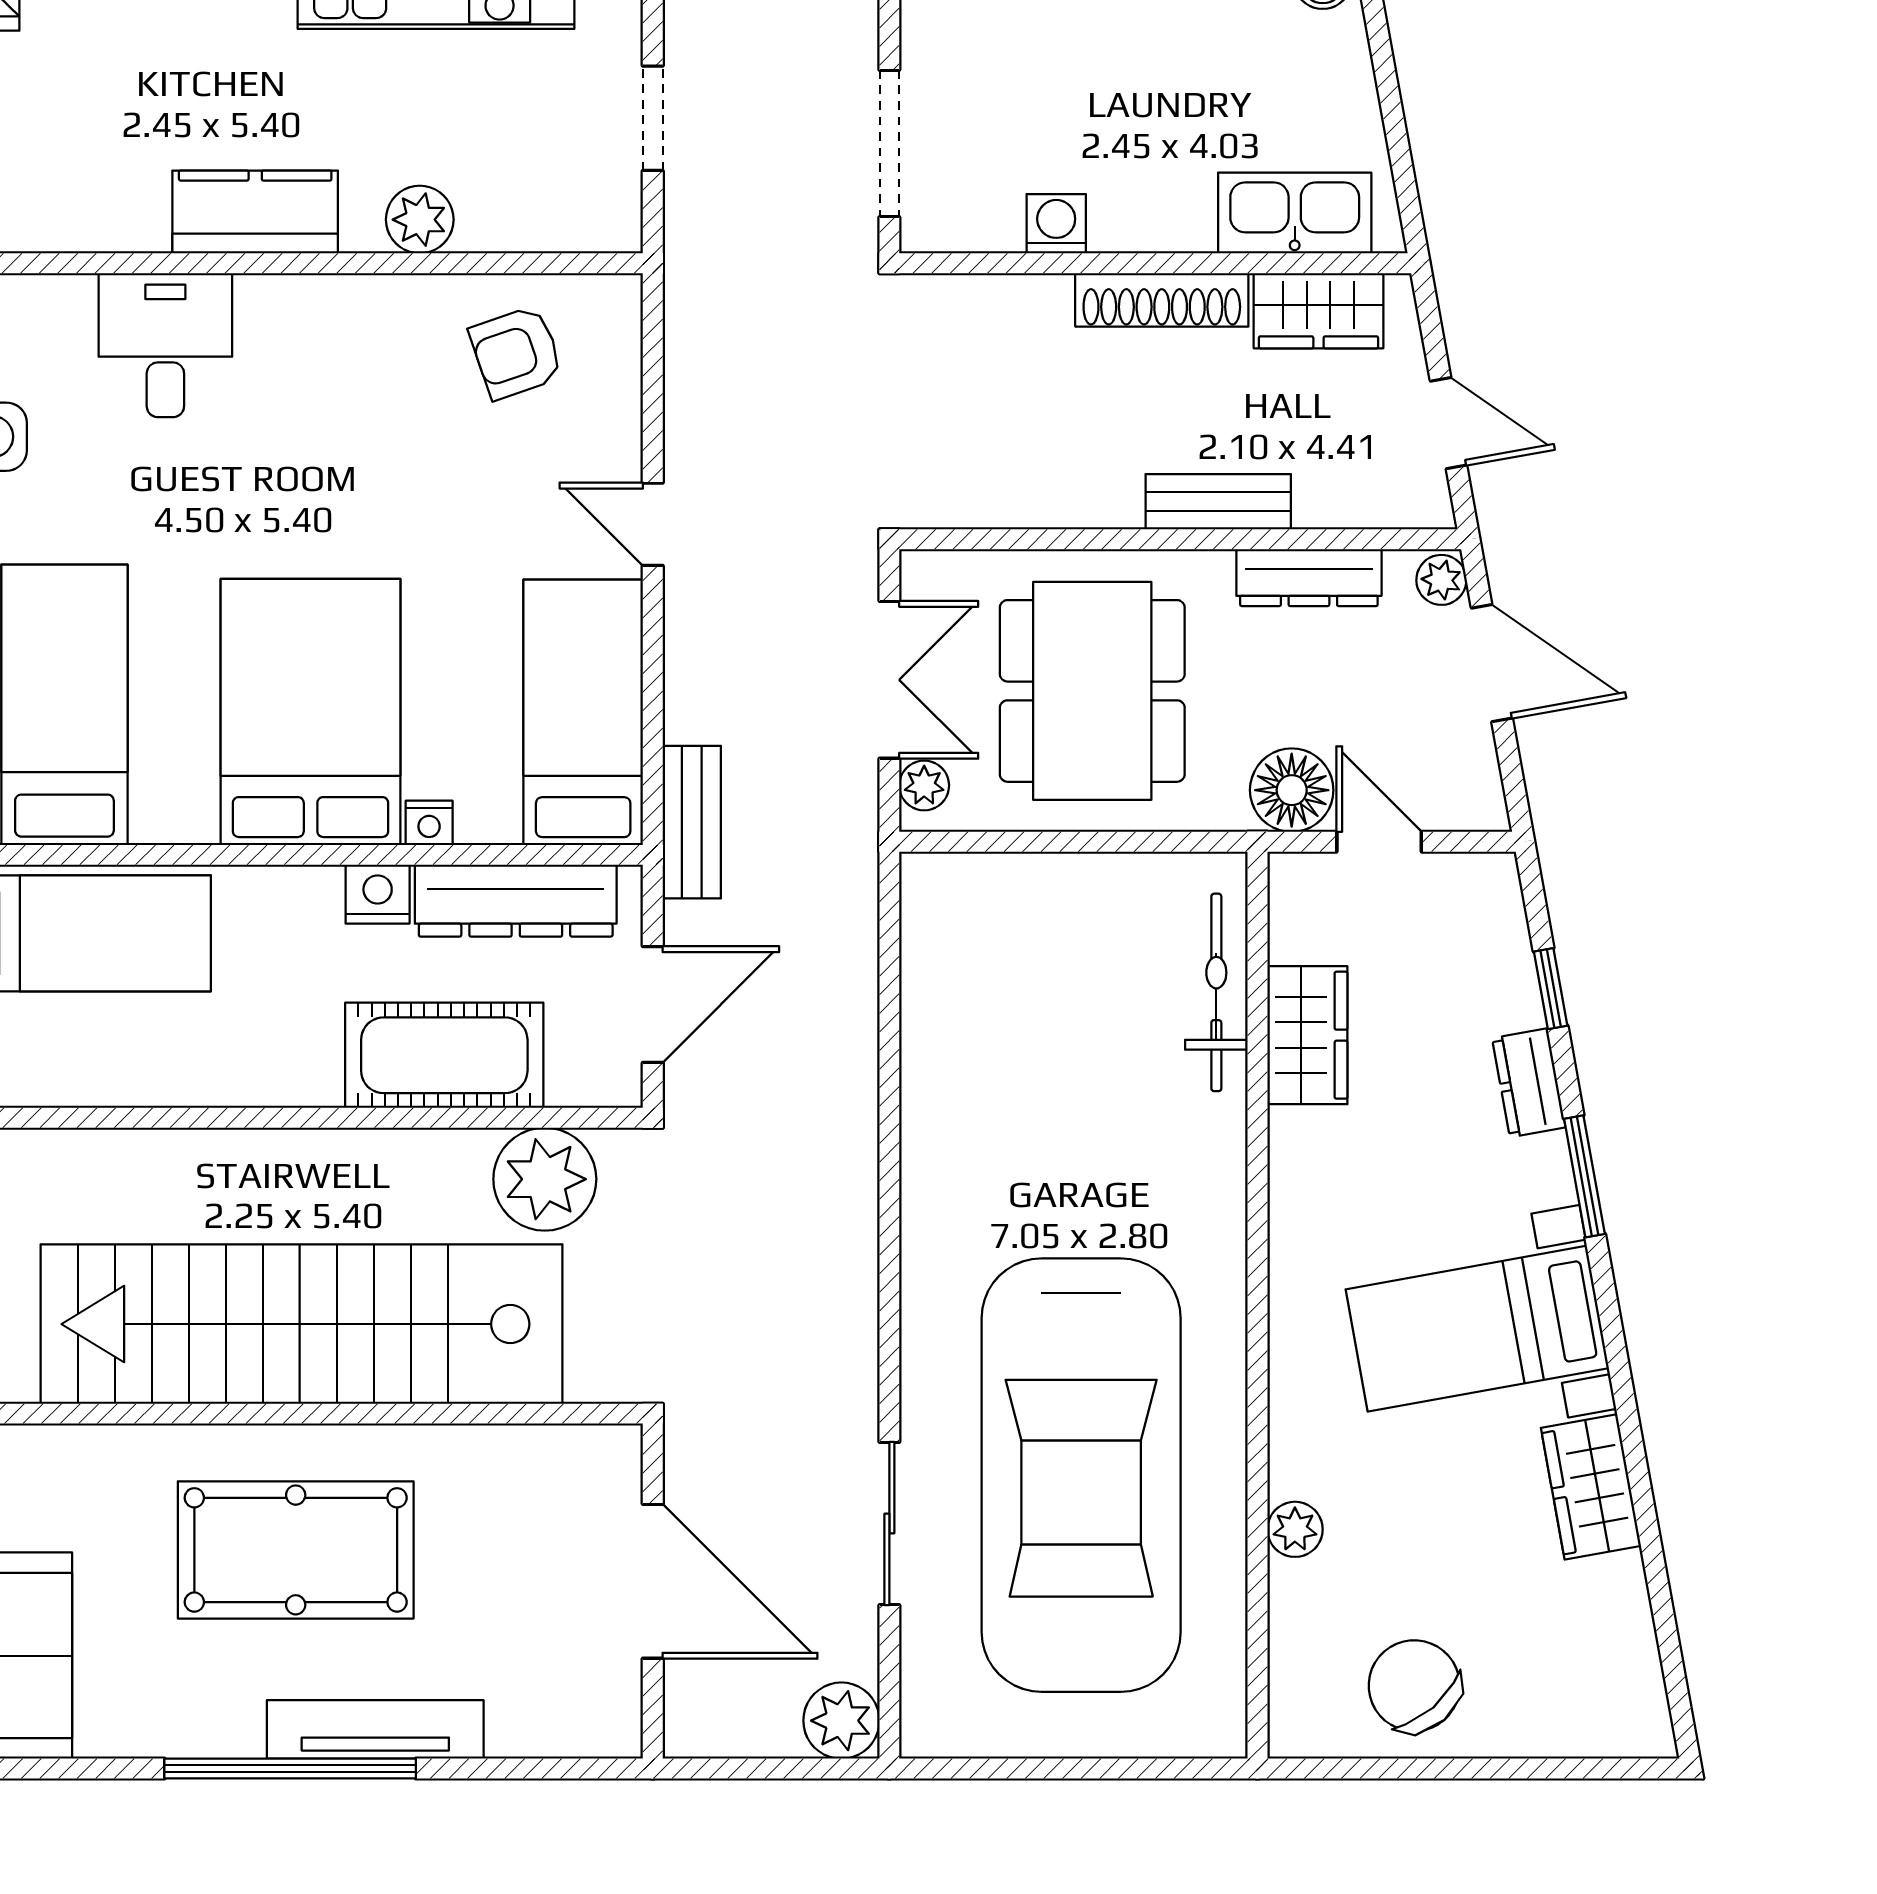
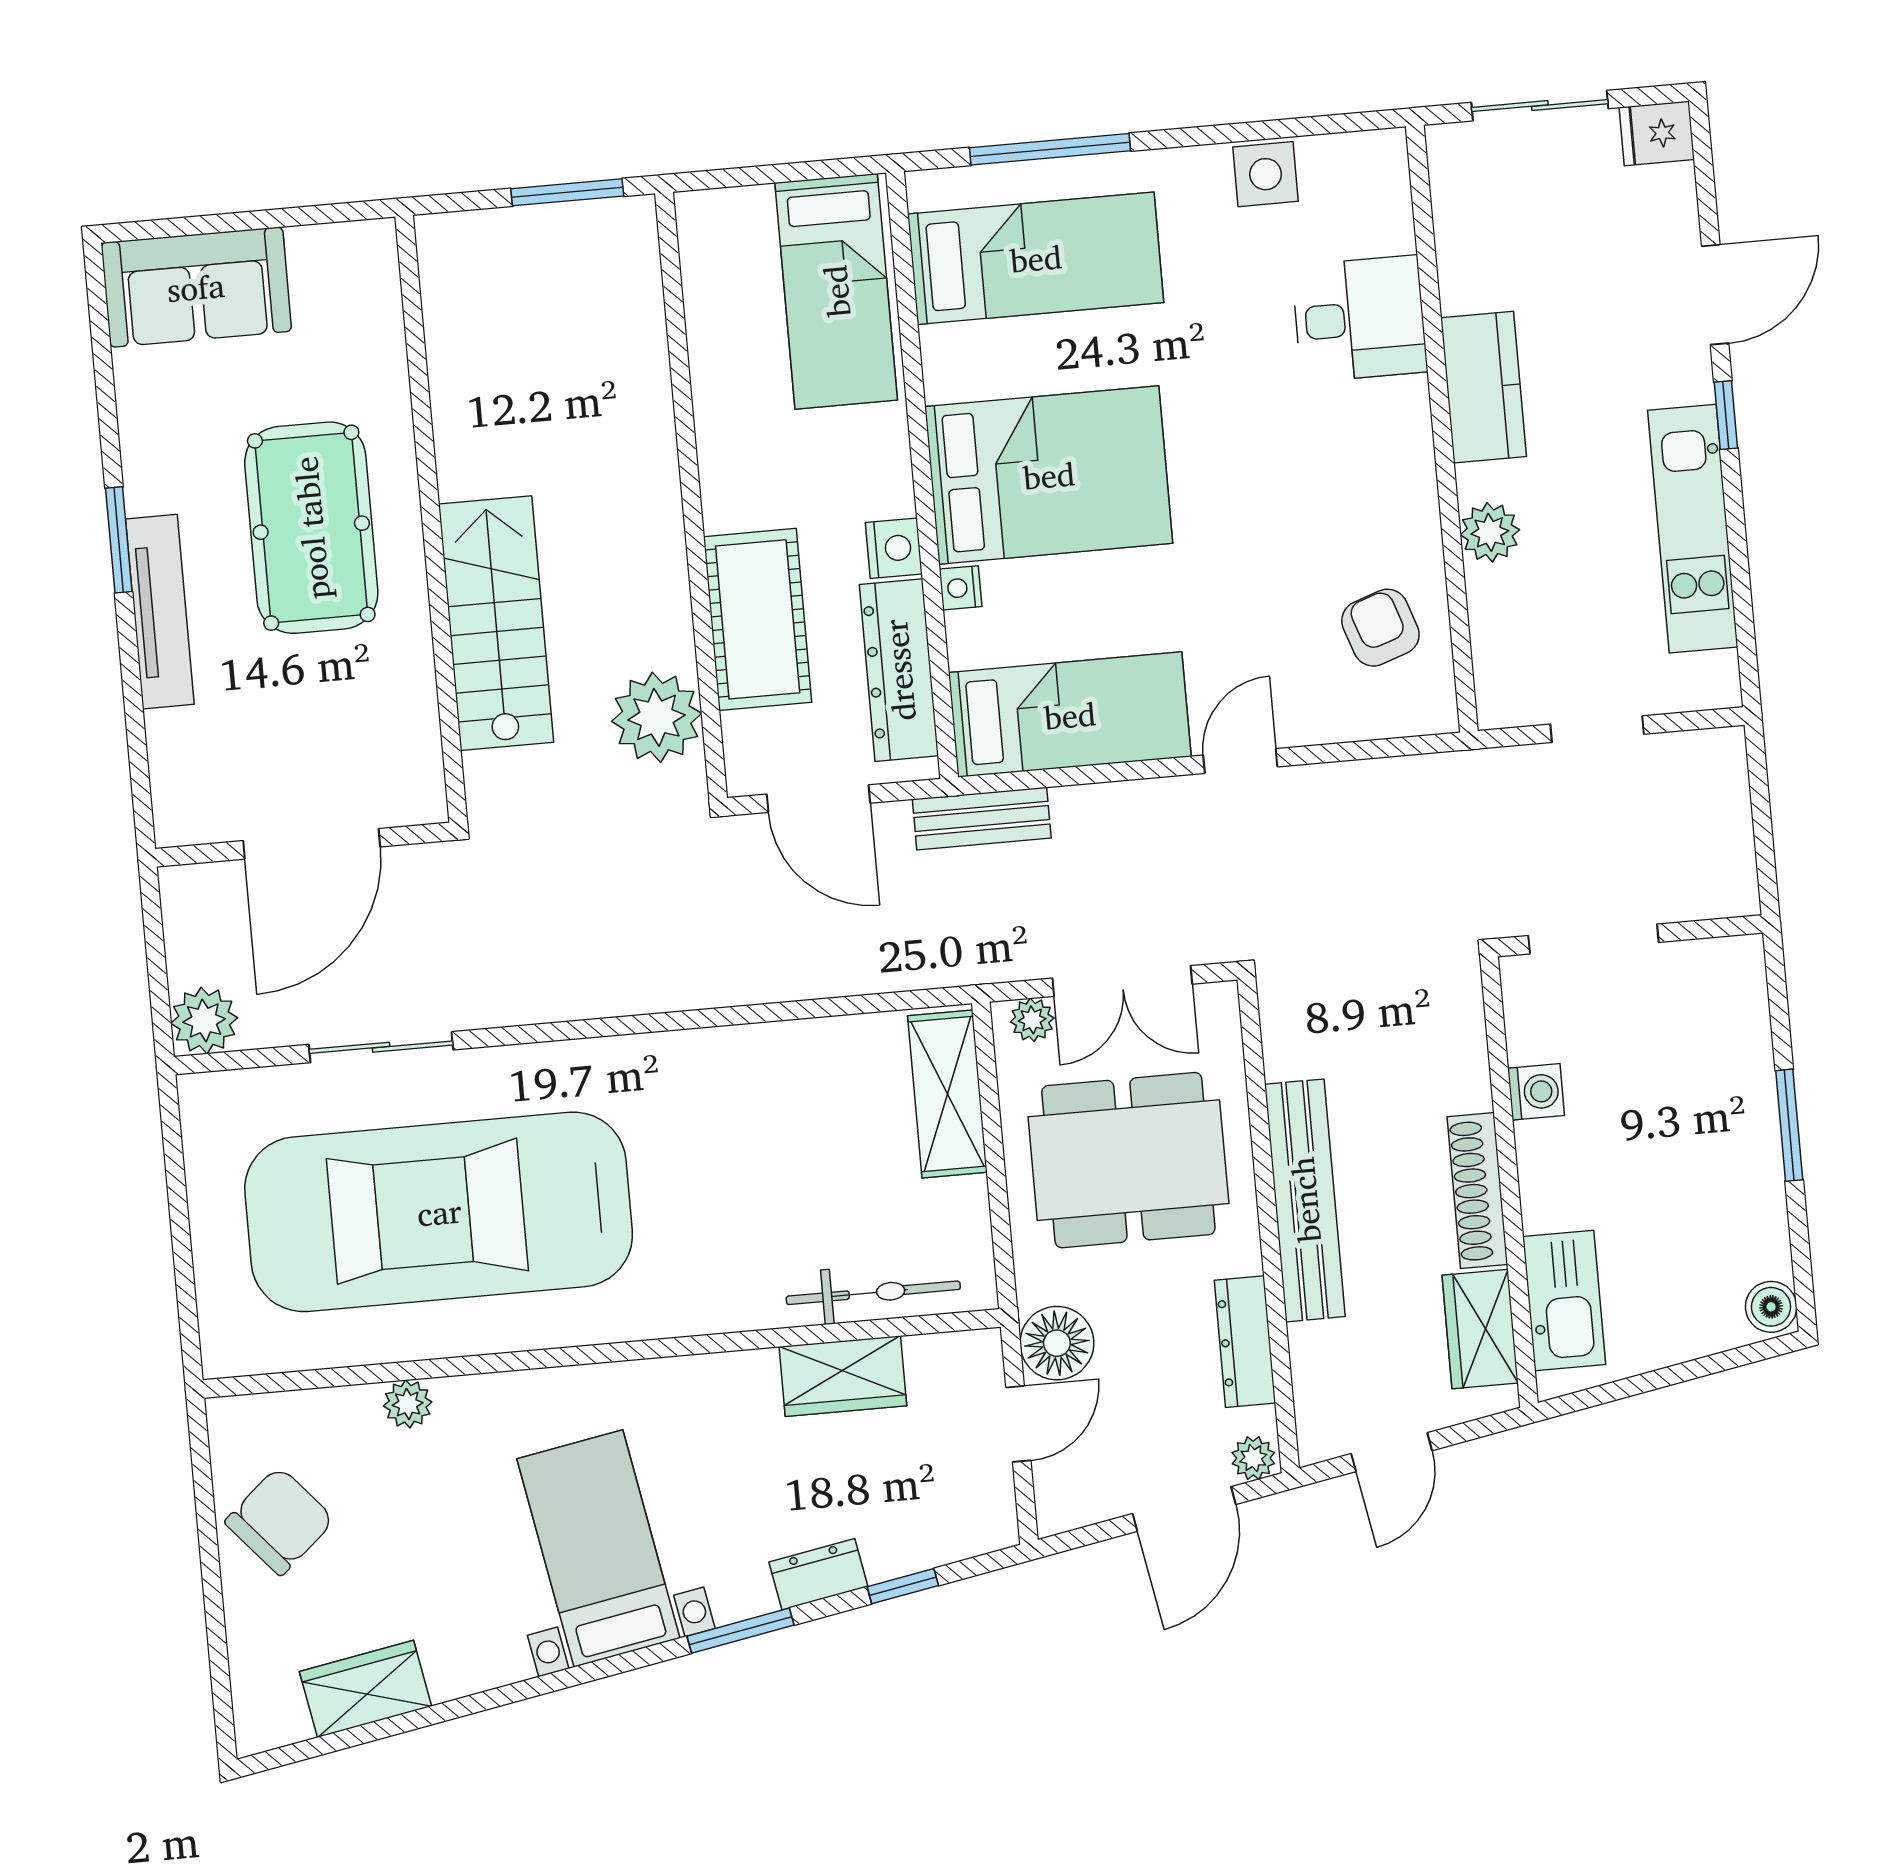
bench: (1218, 502) -> (1305, 1200), width x1.86, depth x1.21
shelving: (999, 889) -> (947, 1094), added
stairs: (302, 1324) -> (496, 623), width x0.54, depth x0.66
wardrobe: (1591, 1487) -> (365, 1689), moved
window: (290, 1769) -> (119, 540), width x0.47

